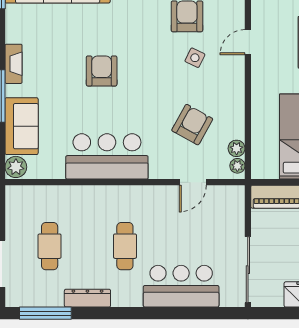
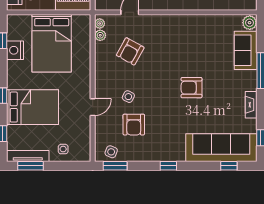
fireplace: (14, 64) -> (251, 105), moved
armchair: (102, 71) -> (191, 88), turned 90
bar counter: (107, 156) -> (188, 30), removed

